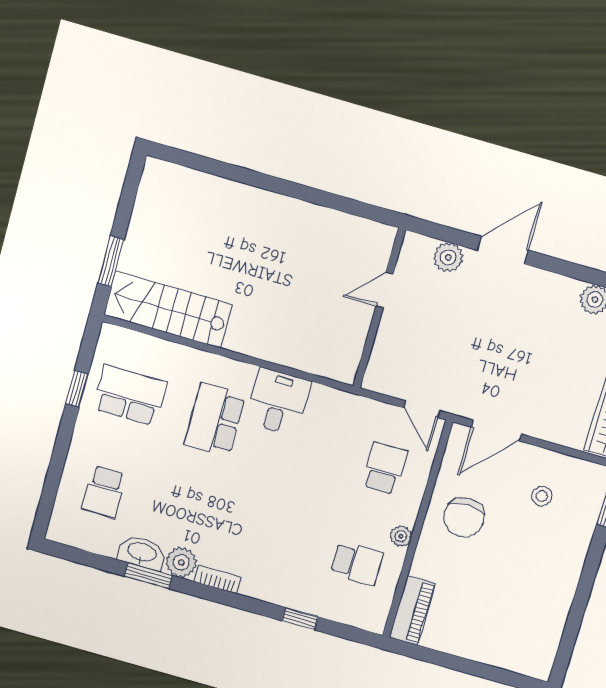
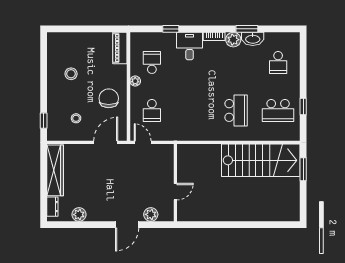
stairs: (168, 309) -> (261, 160), width x1.36, depth x1.51
desk: (278, 402) -> (190, 46), moved, turned 180
school desk: (104, 491) -> (278, 62), turned 180
school desk: (357, 563) -> (152, 62), turned 90
stool: (525, 587) -> (71, 74), added

